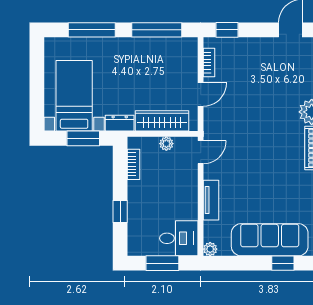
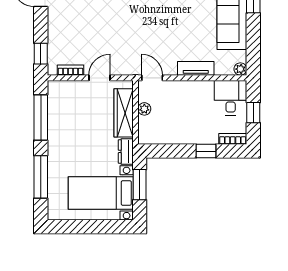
door: (201, 94) -> (100, 78), hinge flipped
bookcase: (133, 164) -> (233, 139), moved
window: (162, 263) -> (253, 113), width x0.67

